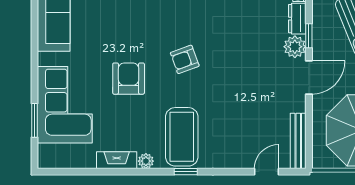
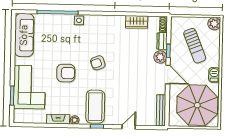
door: (309, 77) -> (168, 75), hinge flipped
armchair: (129, 79) -> (66, 73), turned 90
door: (267, 172) -> (129, 127), moved

